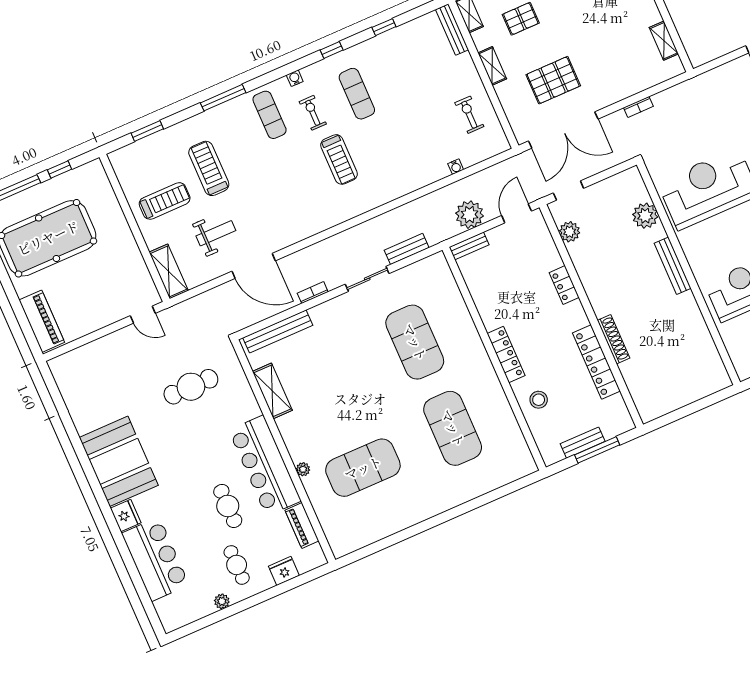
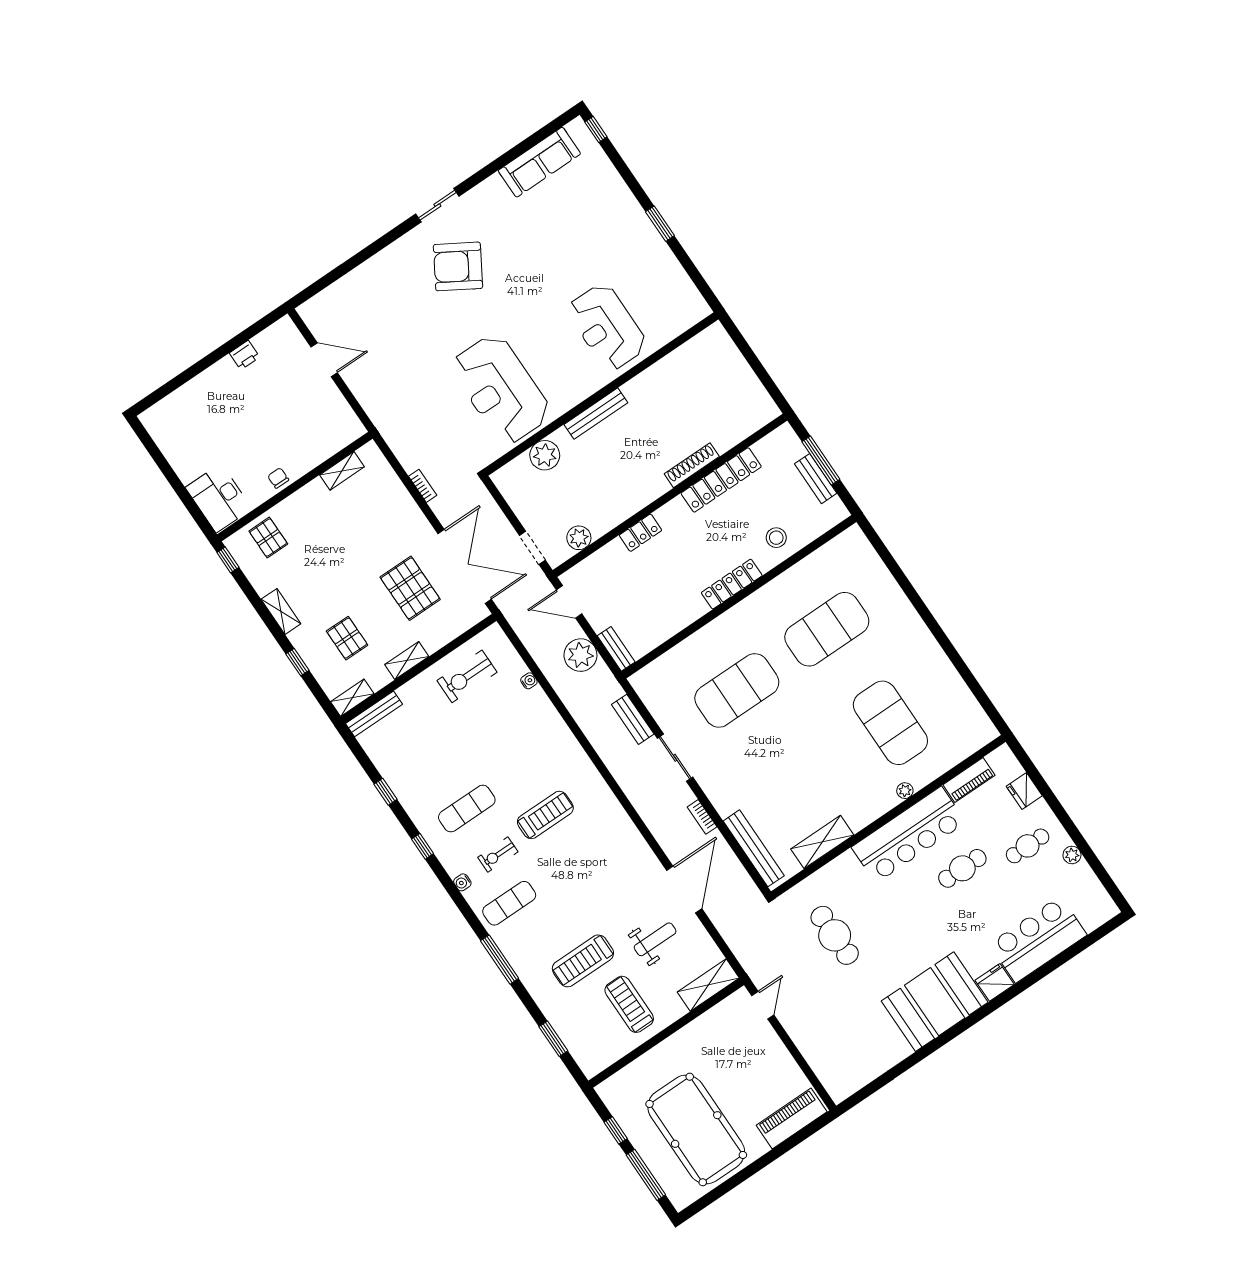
exercise bike: (469, 115) -> (467, 676), width x1.38, depth x1.39
weight bench: (216, 233) -> (655, 939), turned 90

